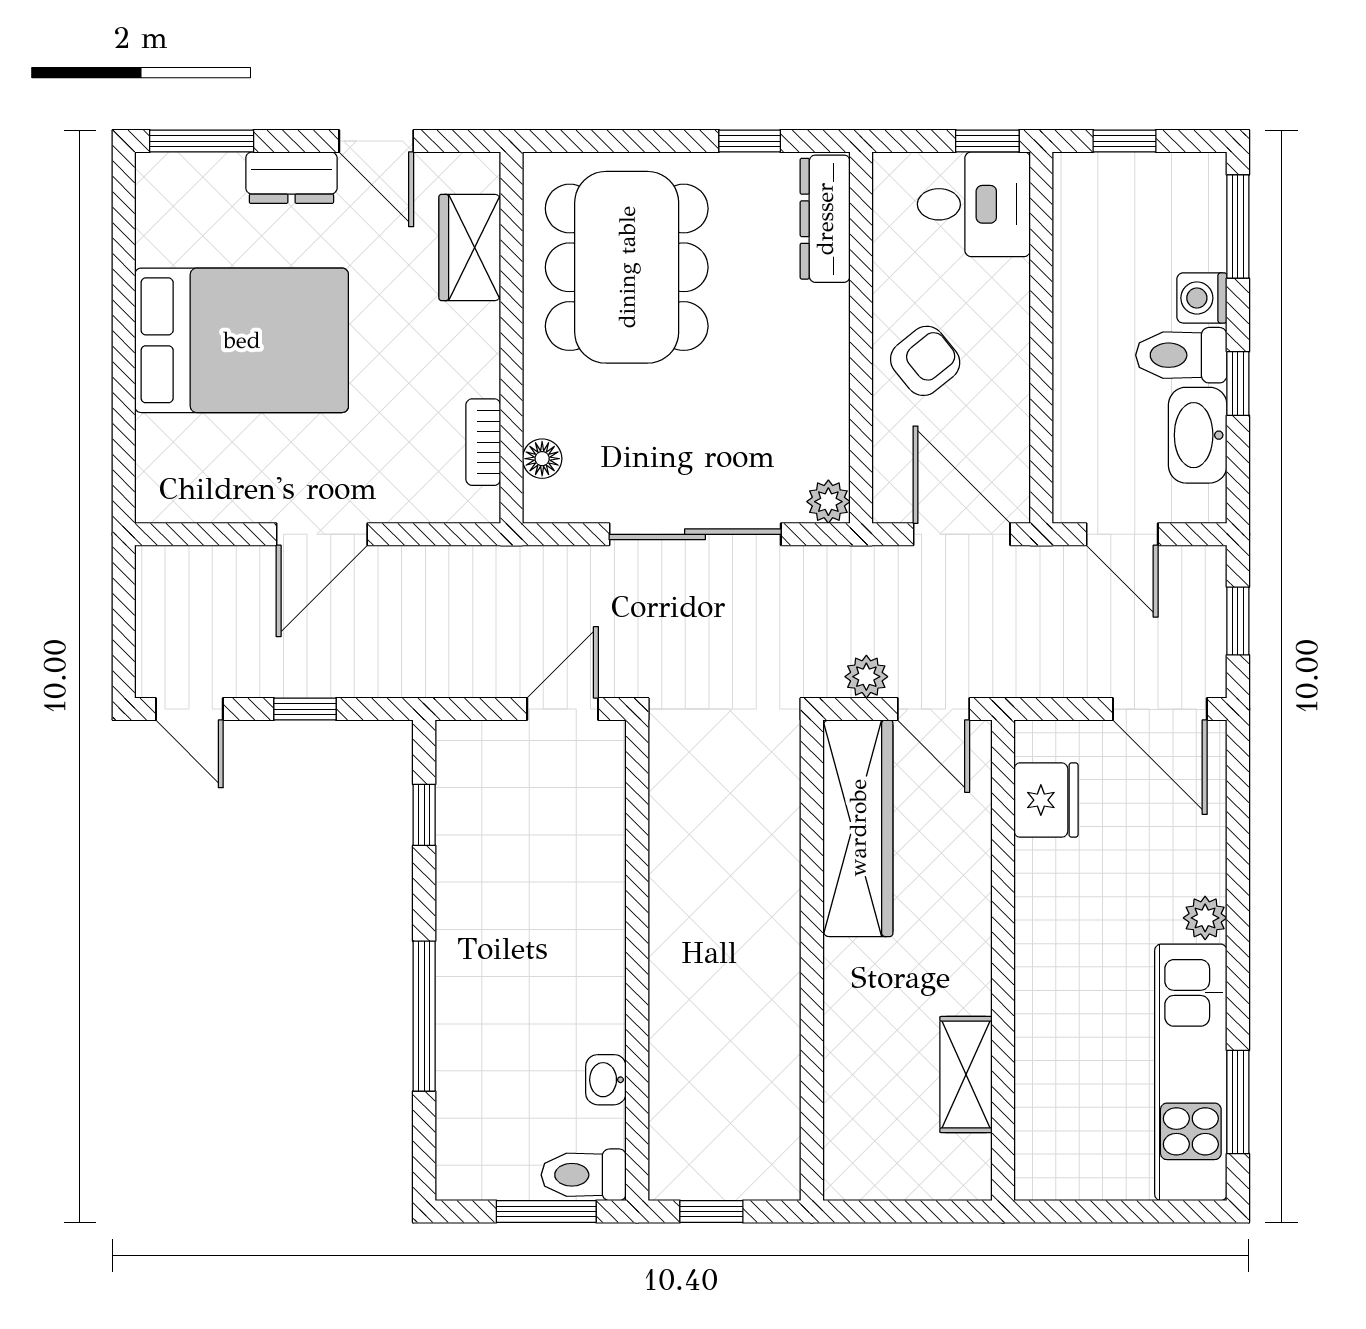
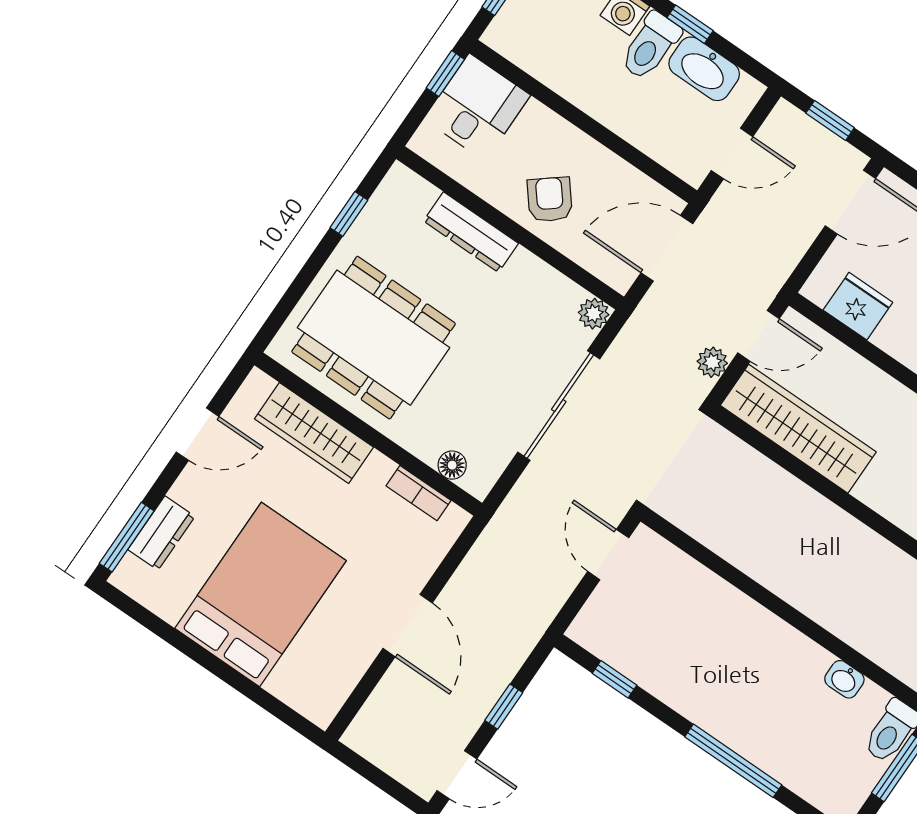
dresser: (291, 178) -> (161, 533), moved
dresser: (825, 219) -> (471, 232), moved
wardrobe: (470, 247) -> (314, 433), width x1.50

